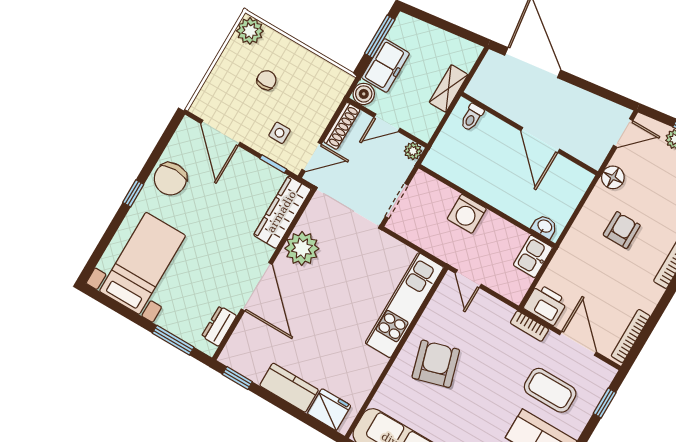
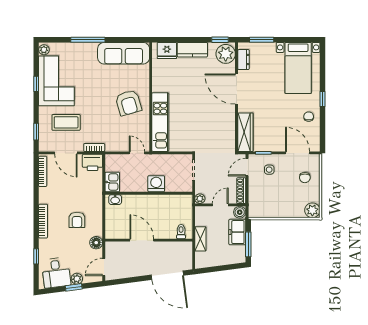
chair: (266, 80) -> (305, 178), moved
chair: (170, 179) -> (309, 117), width x0.54, depth x0.54
plant: (302, 248) -> (226, 54), moved

